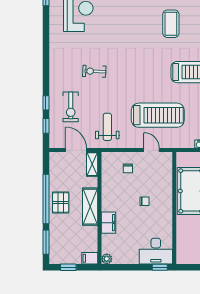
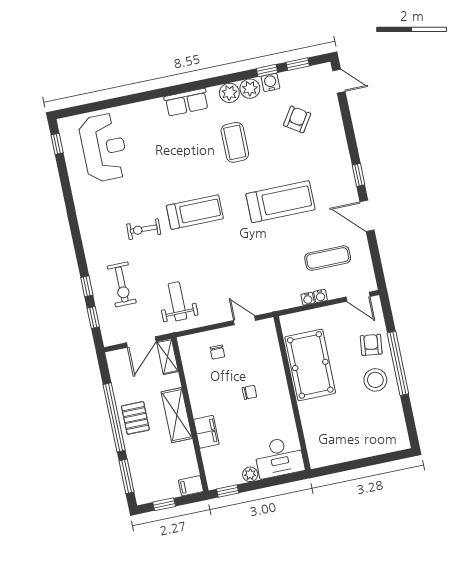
treadmill: (158, 115) -> (195, 212), moved, width x0.73, depth x0.73
door: (76, 150) -> (141, 342), swing flipped
plant: (107, 259) -> (250, 474), moved
window: (160, 267) -> (228, 491), moved

